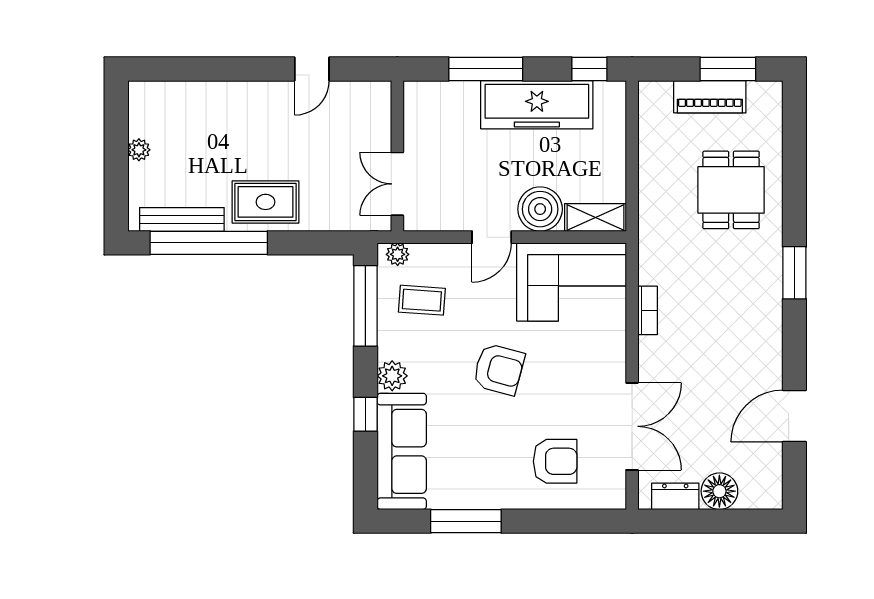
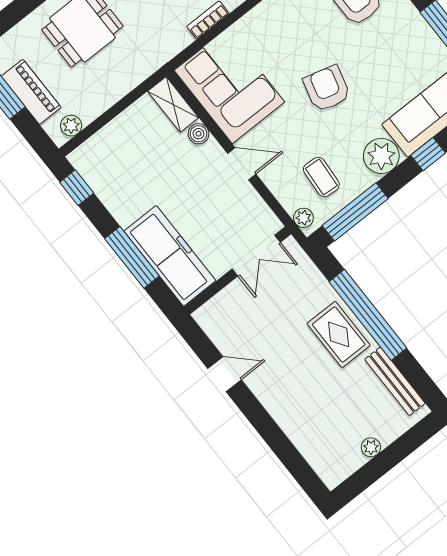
freezer: (537, 105) -> (170, 256), moved
plant: (650, 109) -> (71, 126), added
boiler: (540, 209) -> (199, 134), width x0.54, depth x0.54
window: (209, 243) -> (368, 315), moved
plant: (392, 376) -> (381, 156), width x1.36, depth x1.36

